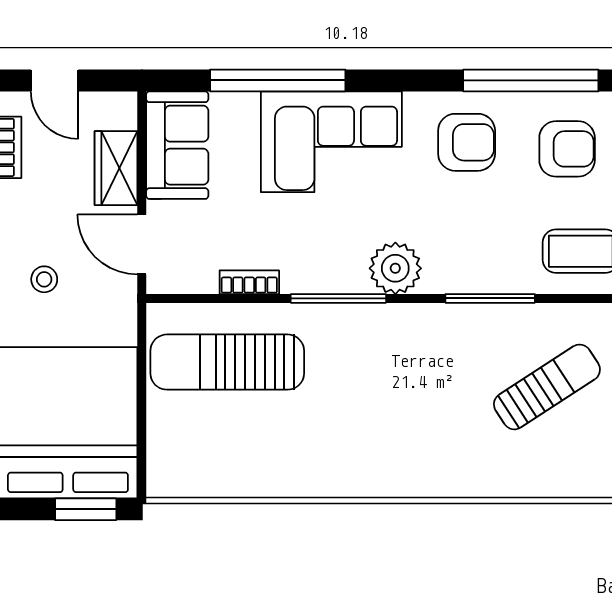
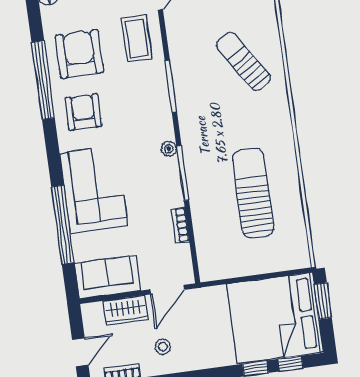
armchair: (567, 149) -> (79, 54), width x1.36, depth x1.36
plant: (395, 268) -> (169, 149), width x0.53, depth x0.53
stool: (44, 279) -> (163, 347), moved
sun lounger: (227, 362) -> (253, 193), moved, turned 180
sun lounger: (547, 387) -> (243, 61), moved

